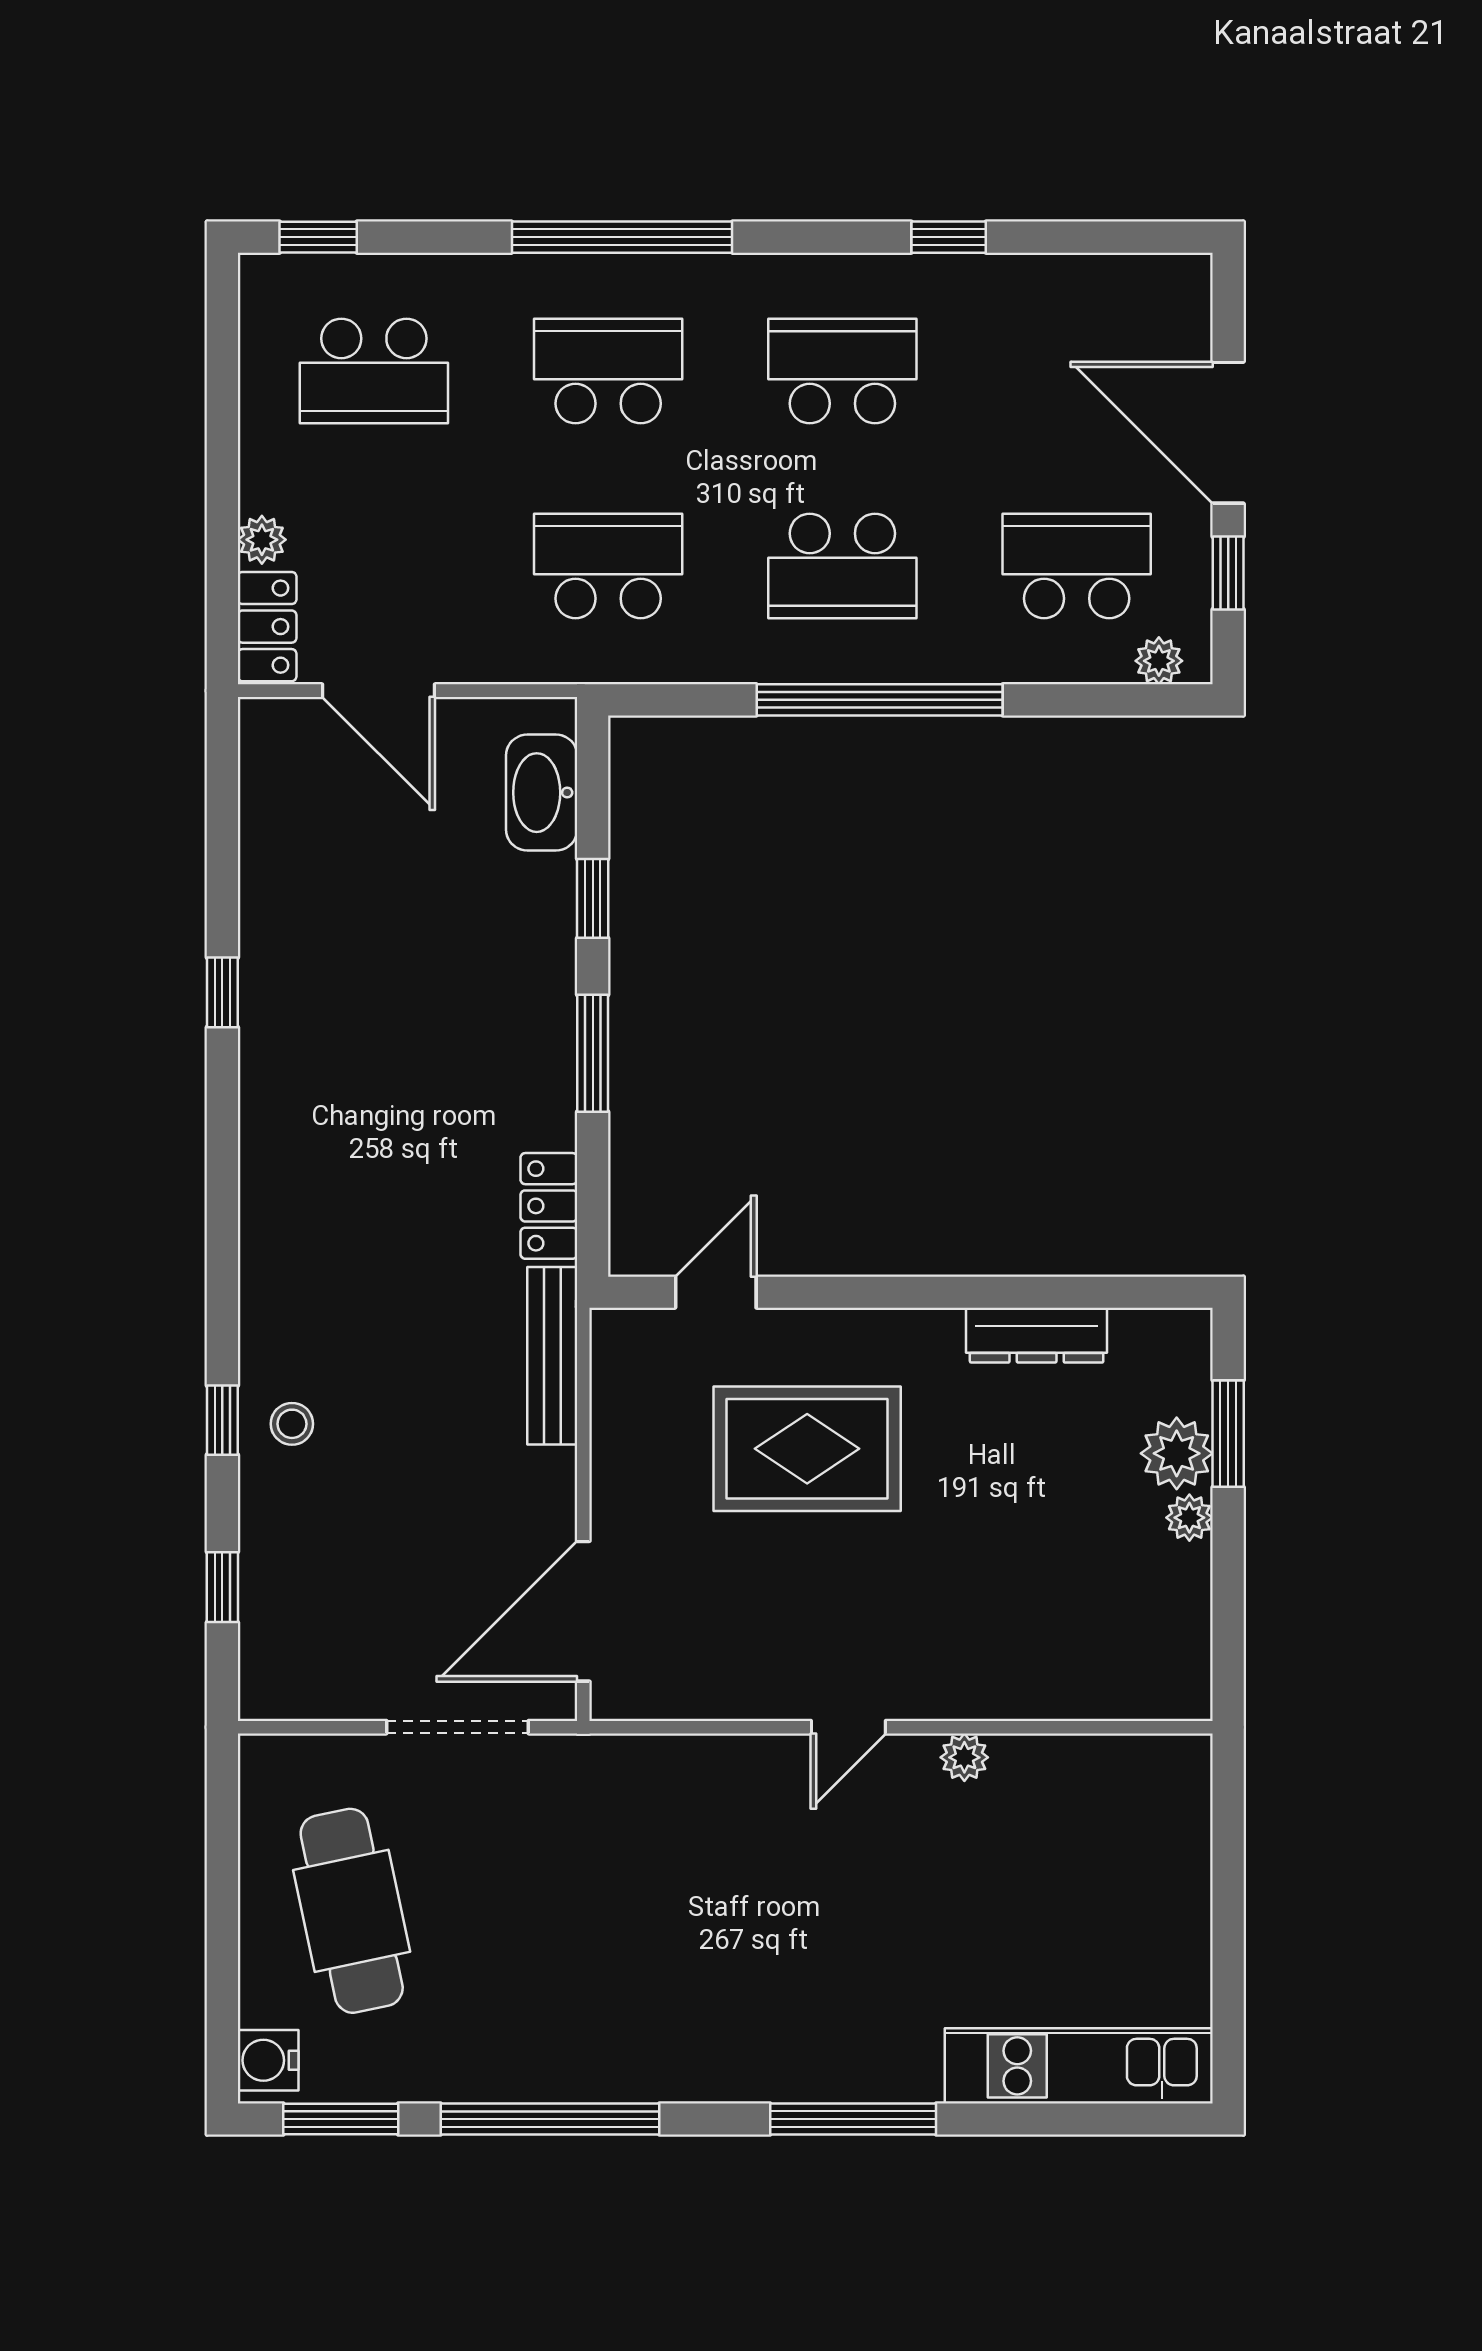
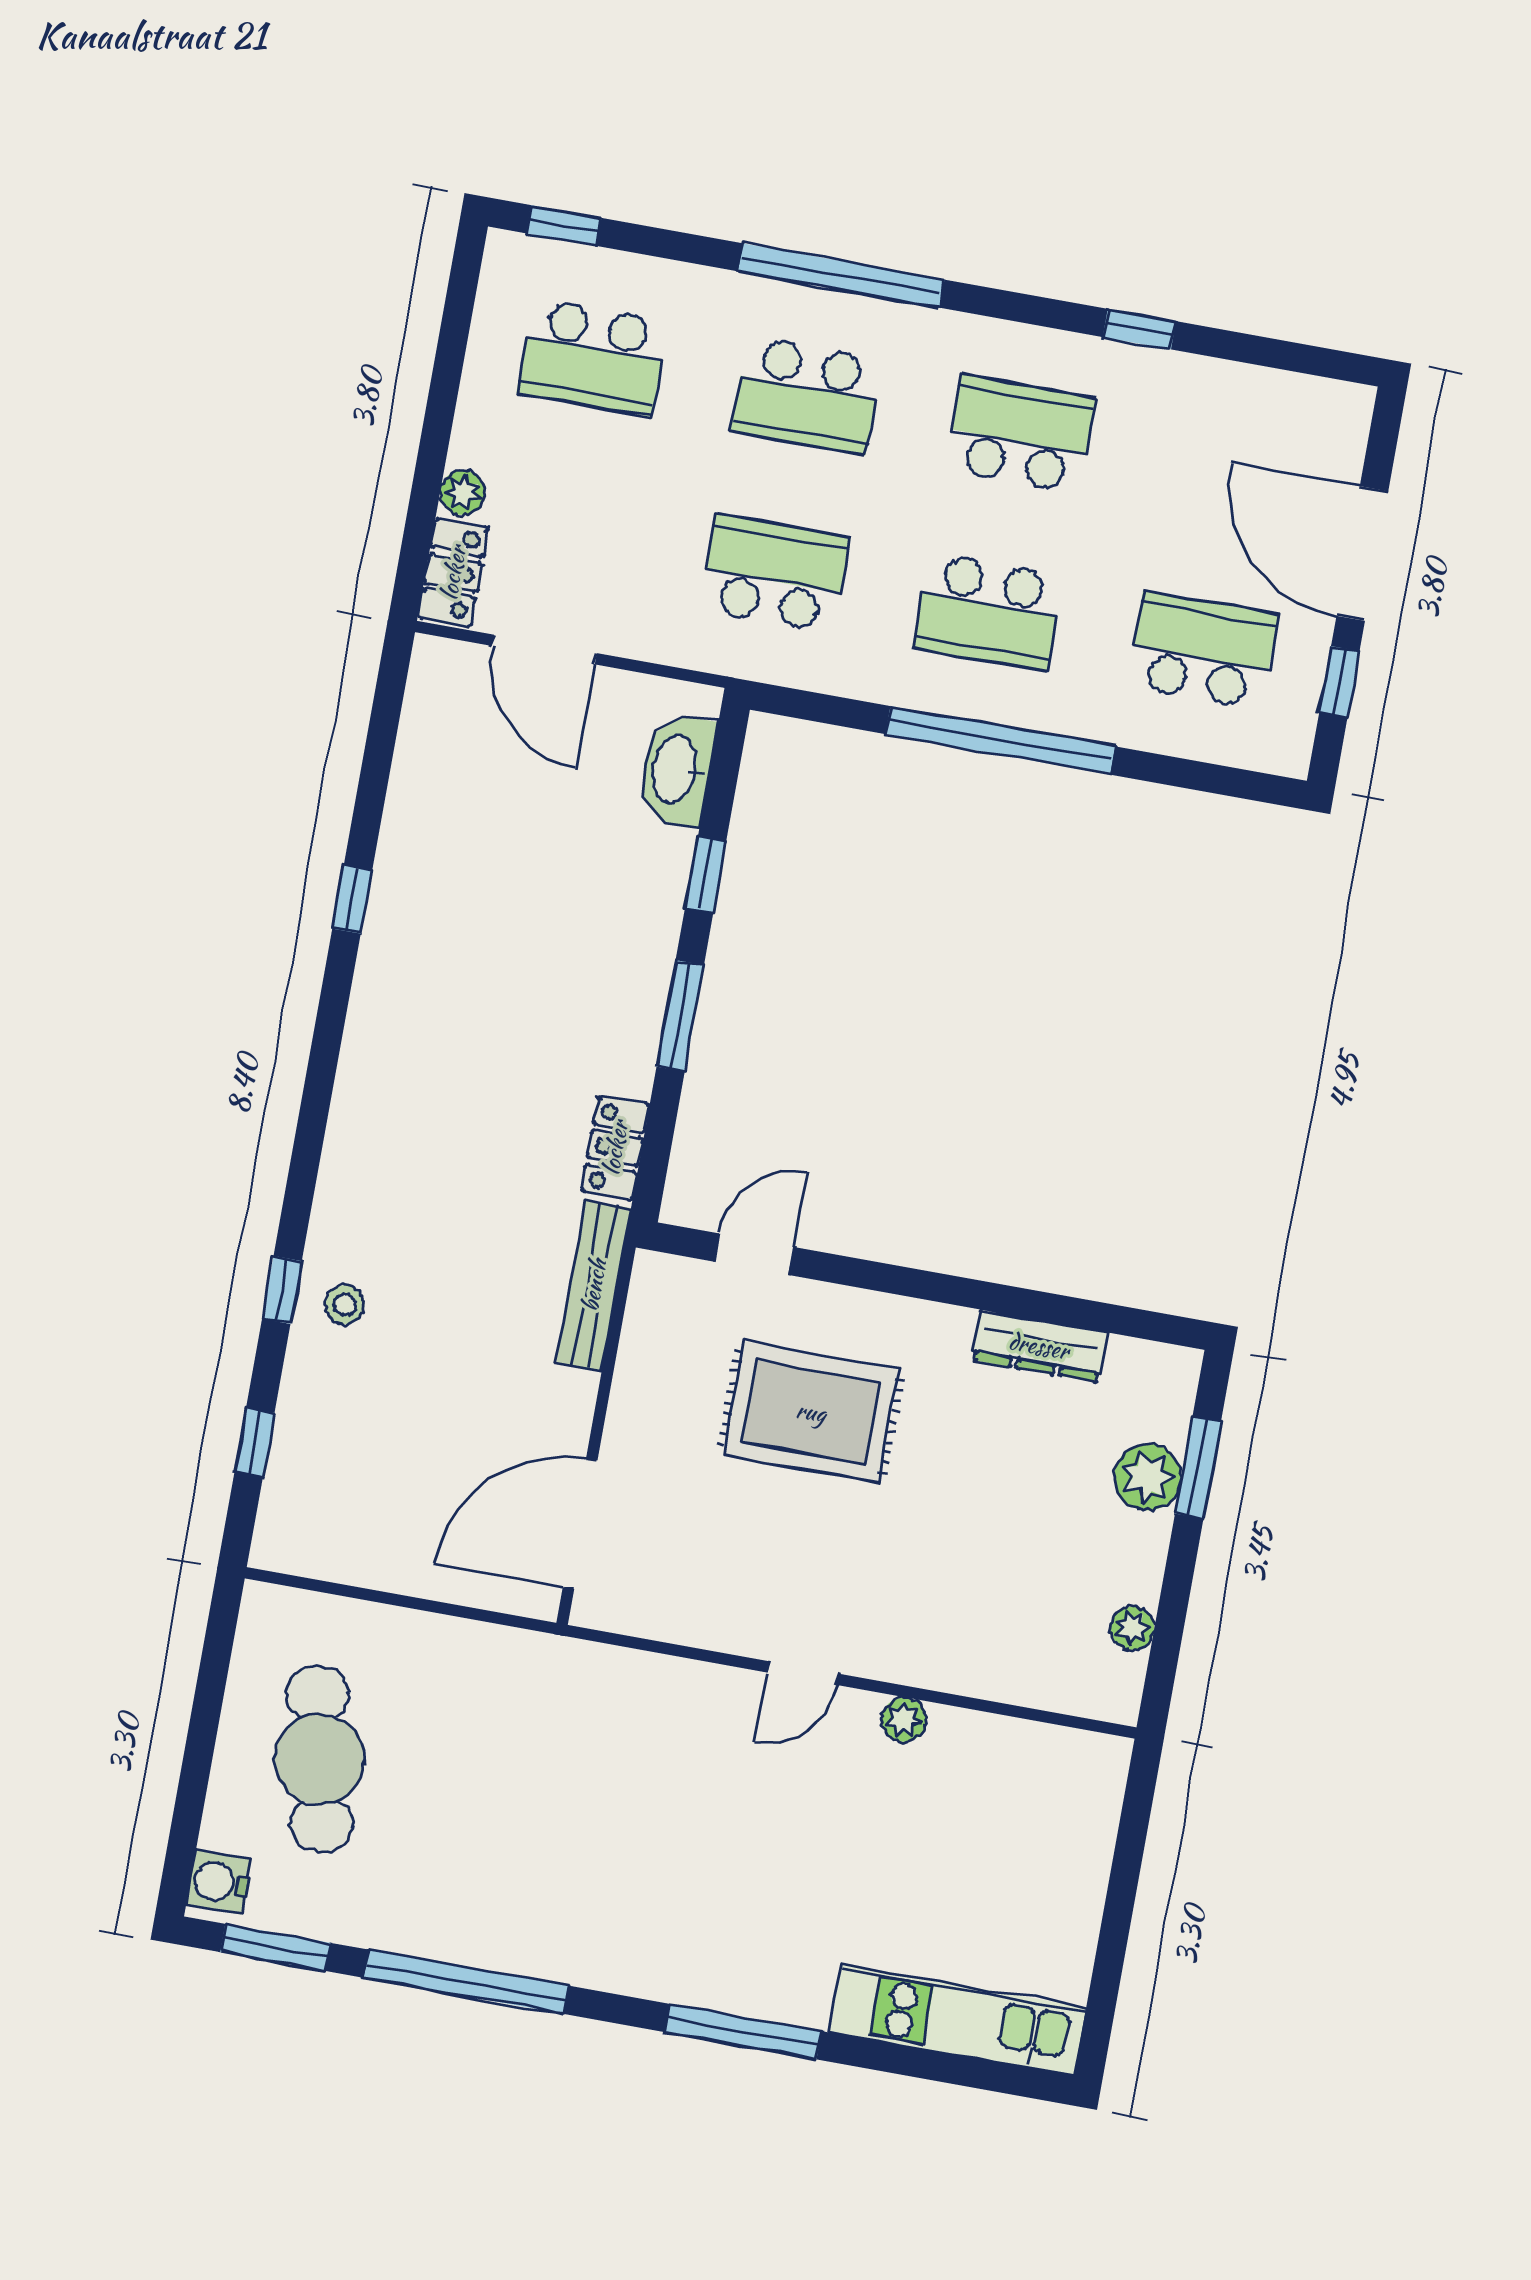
school desk: (608, 371) -> (806, 395), turned 180
plant: (1159, 661) -> (1262, 751), removed
plant: (1189, 1518) -> (1132, 1628), moved
doorway: (458, 1727) -> (446, 1609), removed

